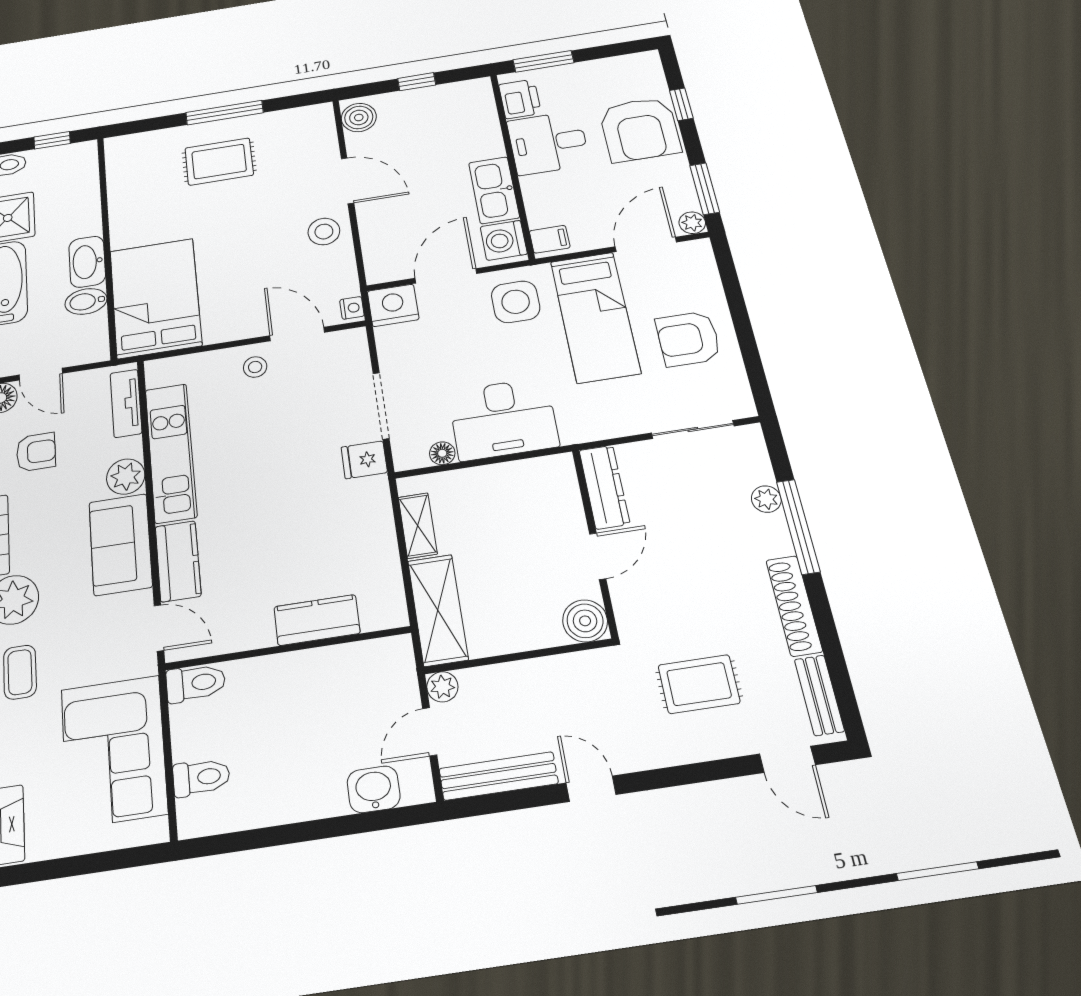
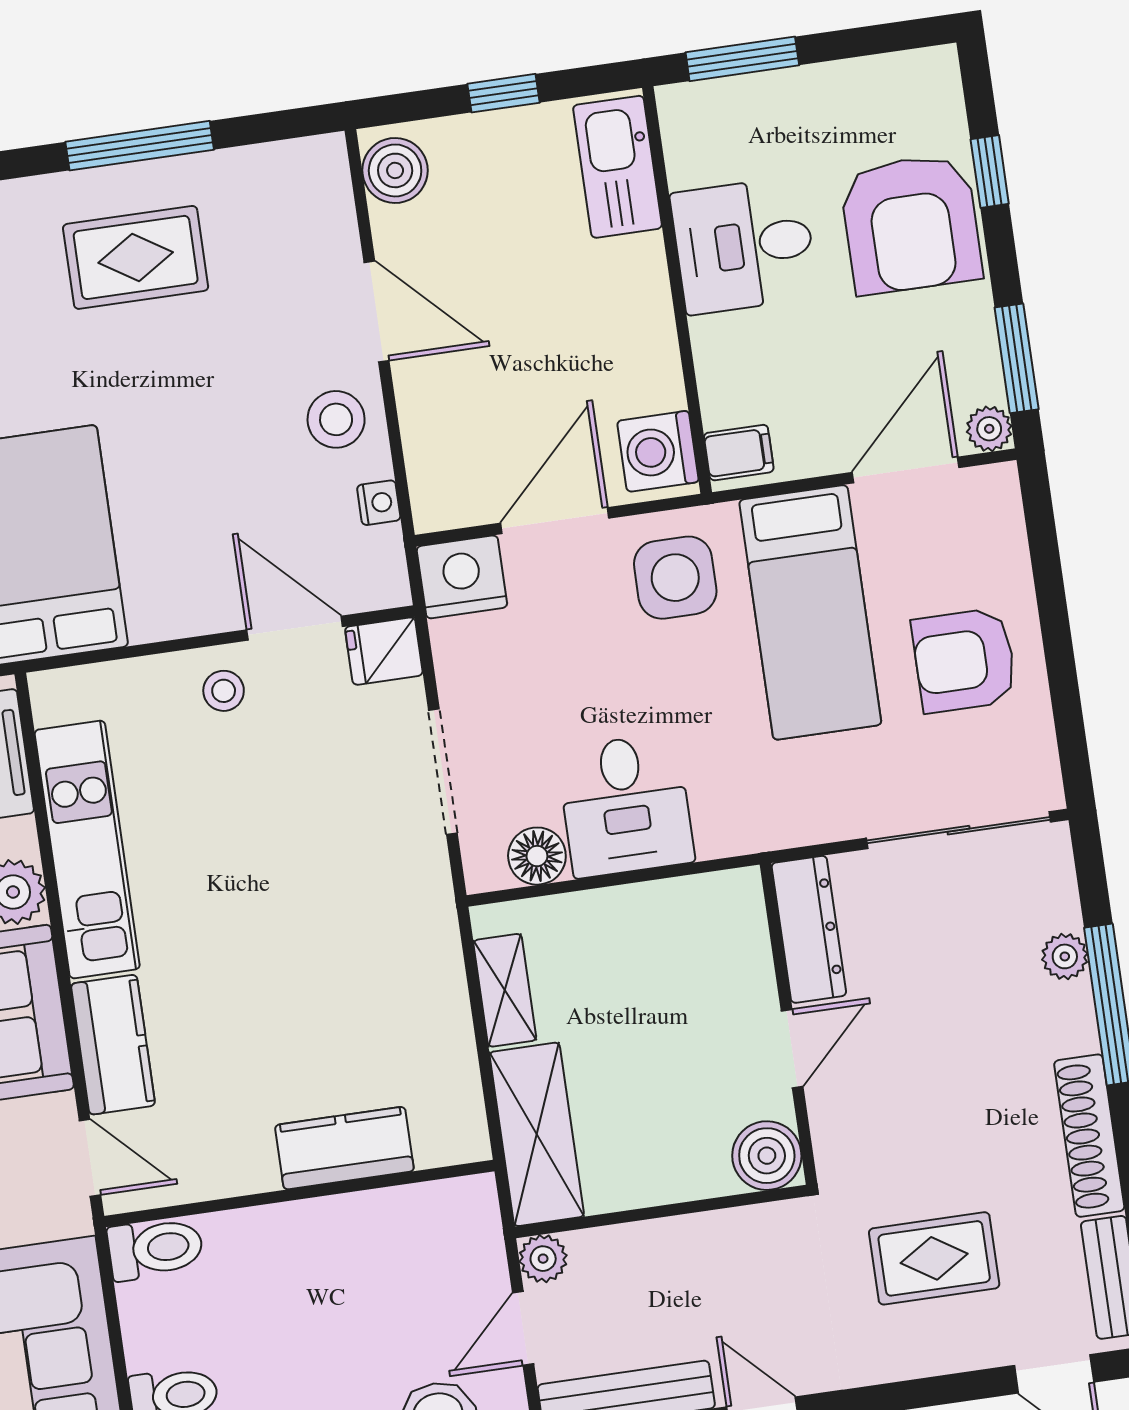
printer: (520, 99) -> (696, 144), removed
kitchen sink: (494, 190) -> (617, 167), moved
nightstand: (352, 308) -> (379, 503), moved
desk: (503, 419) -> (625, 805), width x0.73
sliding door: (693, 429) -> (959, 830), width x1.37
floor lamp: (442, 453) -> (537, 856), width x1.37, depth x1.37
fridge: (364, 460) -> (384, 651), moved

